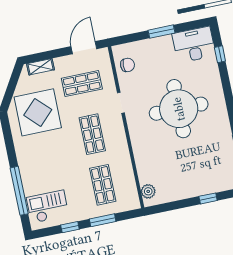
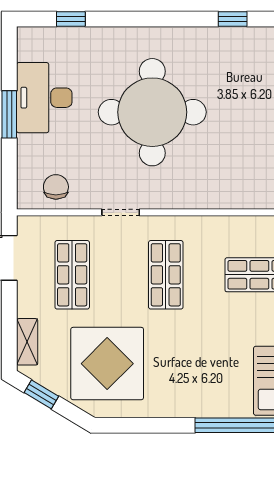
desk: (194, 45) -> (44, 98), moved
window: (14, 80) -> (41, 394), added
shop shelf: (92, 134) -> (166, 275), turned 90

